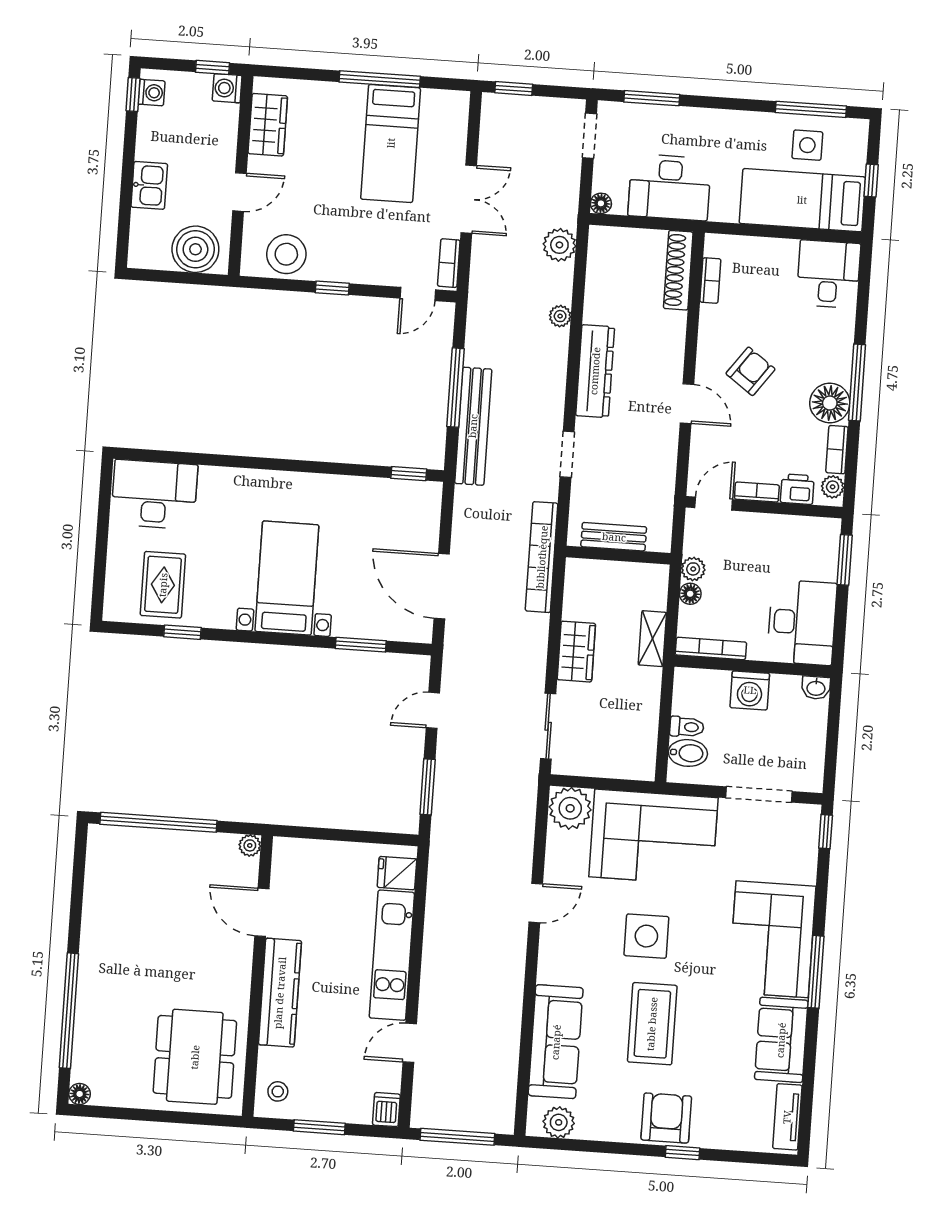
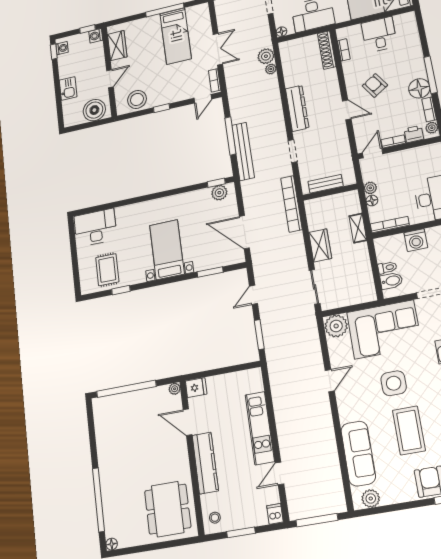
desk: (828, 274) -> (379, 35), moved
plant: (560, 316) -> (271, 69), moved
armchair: (750, 371) -> (375, 85), turned -69
plant: (410, 495) -> (219, 193), added
fridge: (397, 873) -> (196, 388), moved, turned 180

